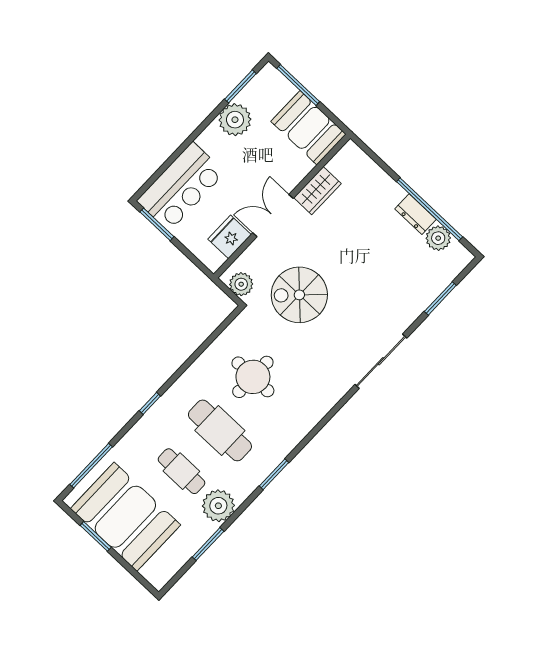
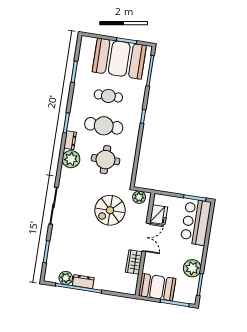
spiral stairs: (299, 295) -> (110, 210), turned 180
dresser: (286, 444) -> (70, 140), added
plant: (218, 506) -> (71, 159), moved

